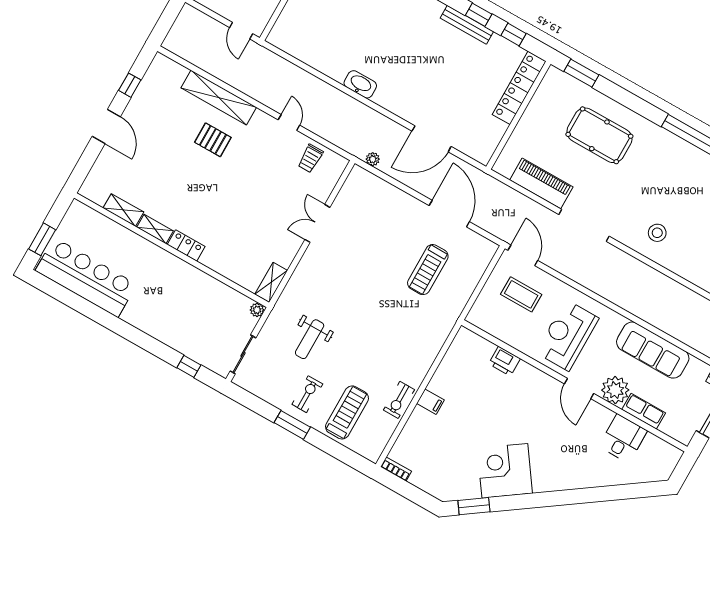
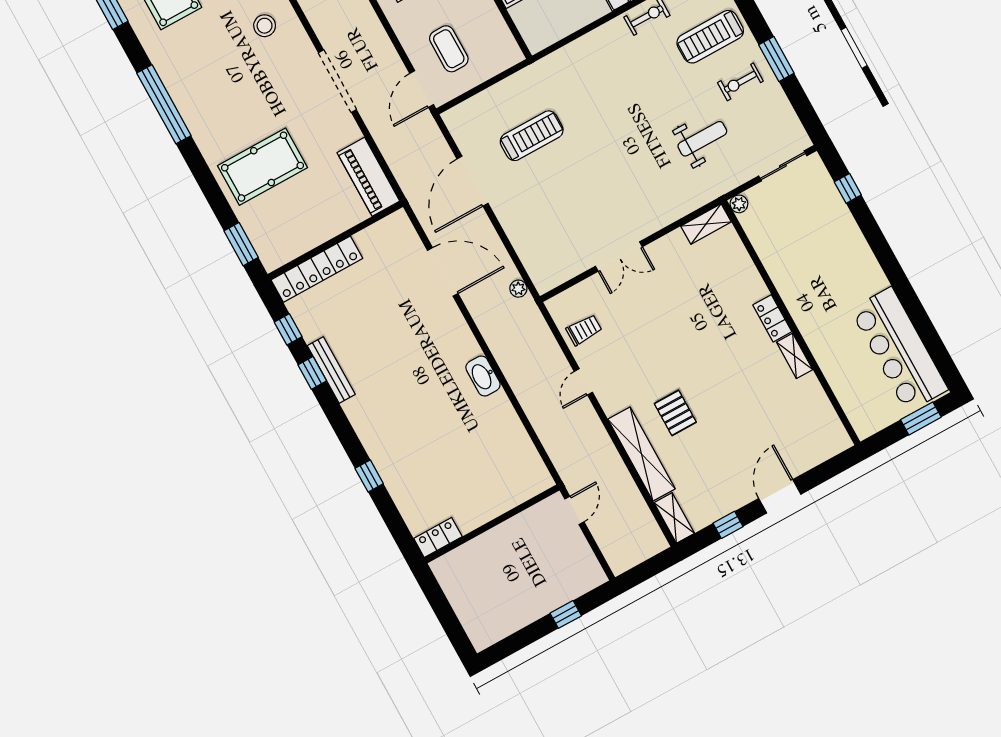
pool table: (599, 135) -> (263, 167), turned 90
piano: (541, 183) -> (368, 177), moved
shelving: (123, 210) -> (674, 518), moved

